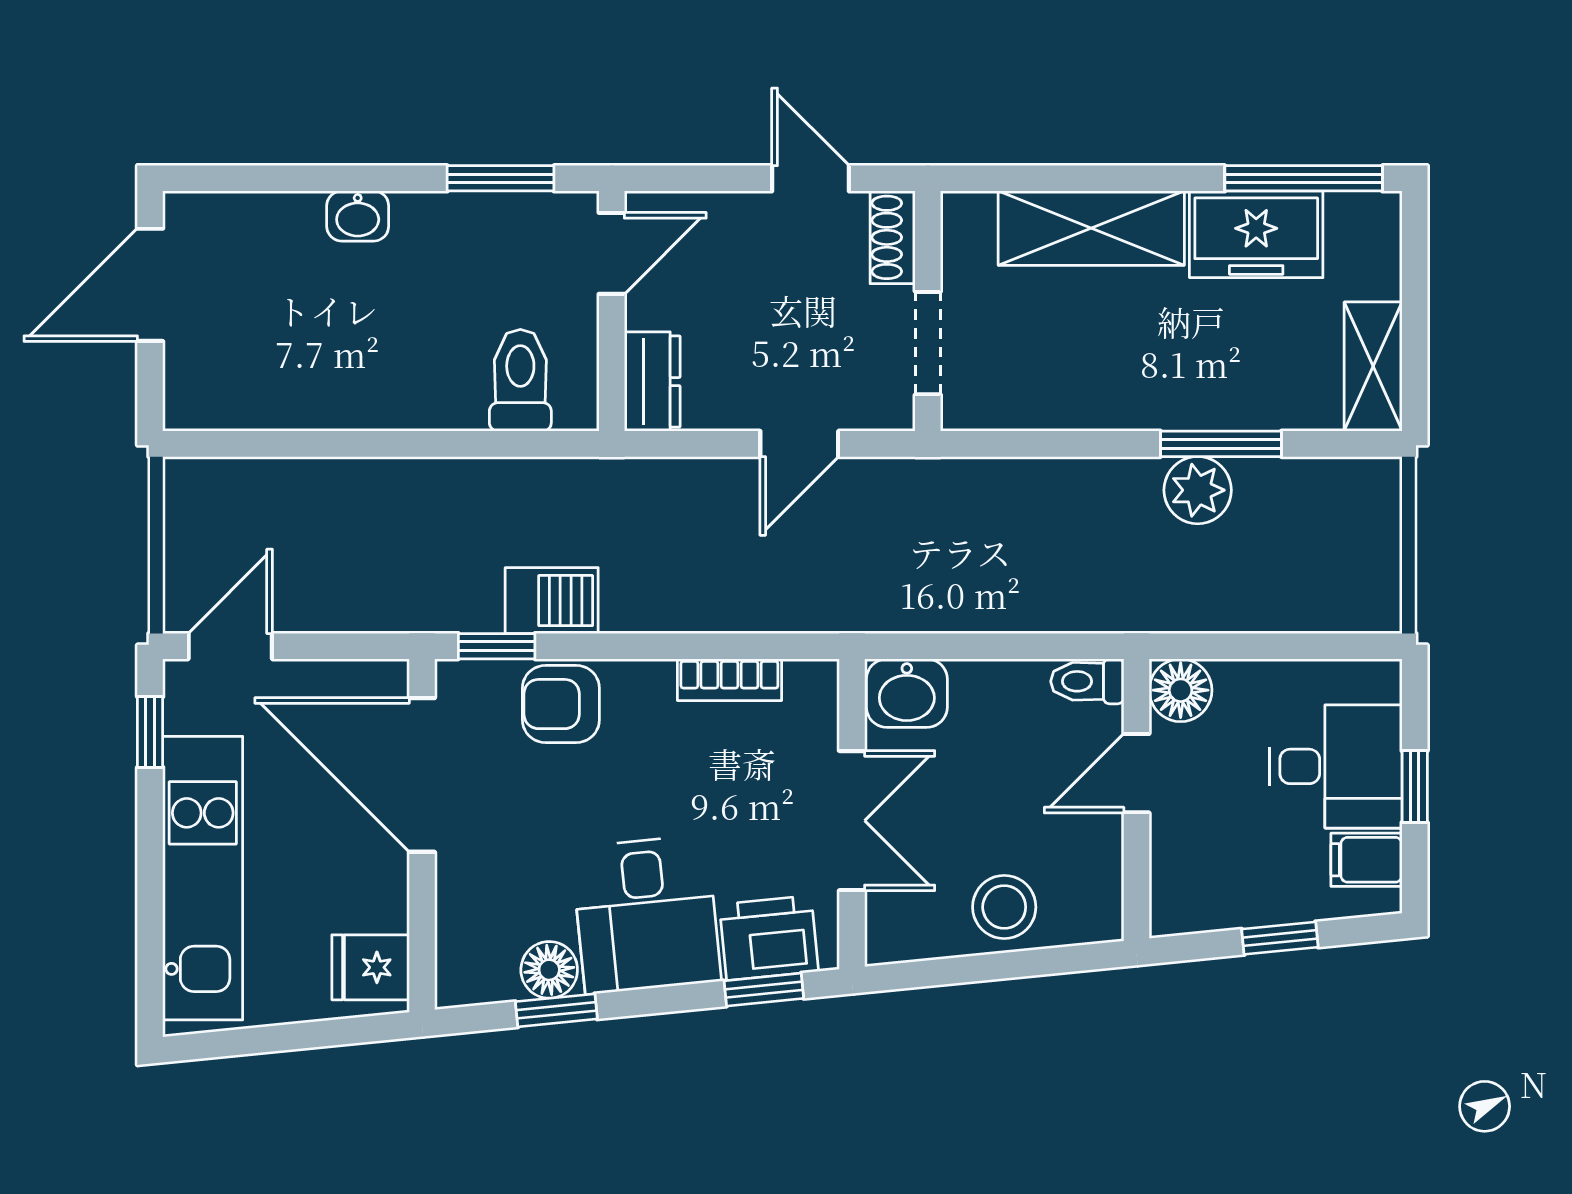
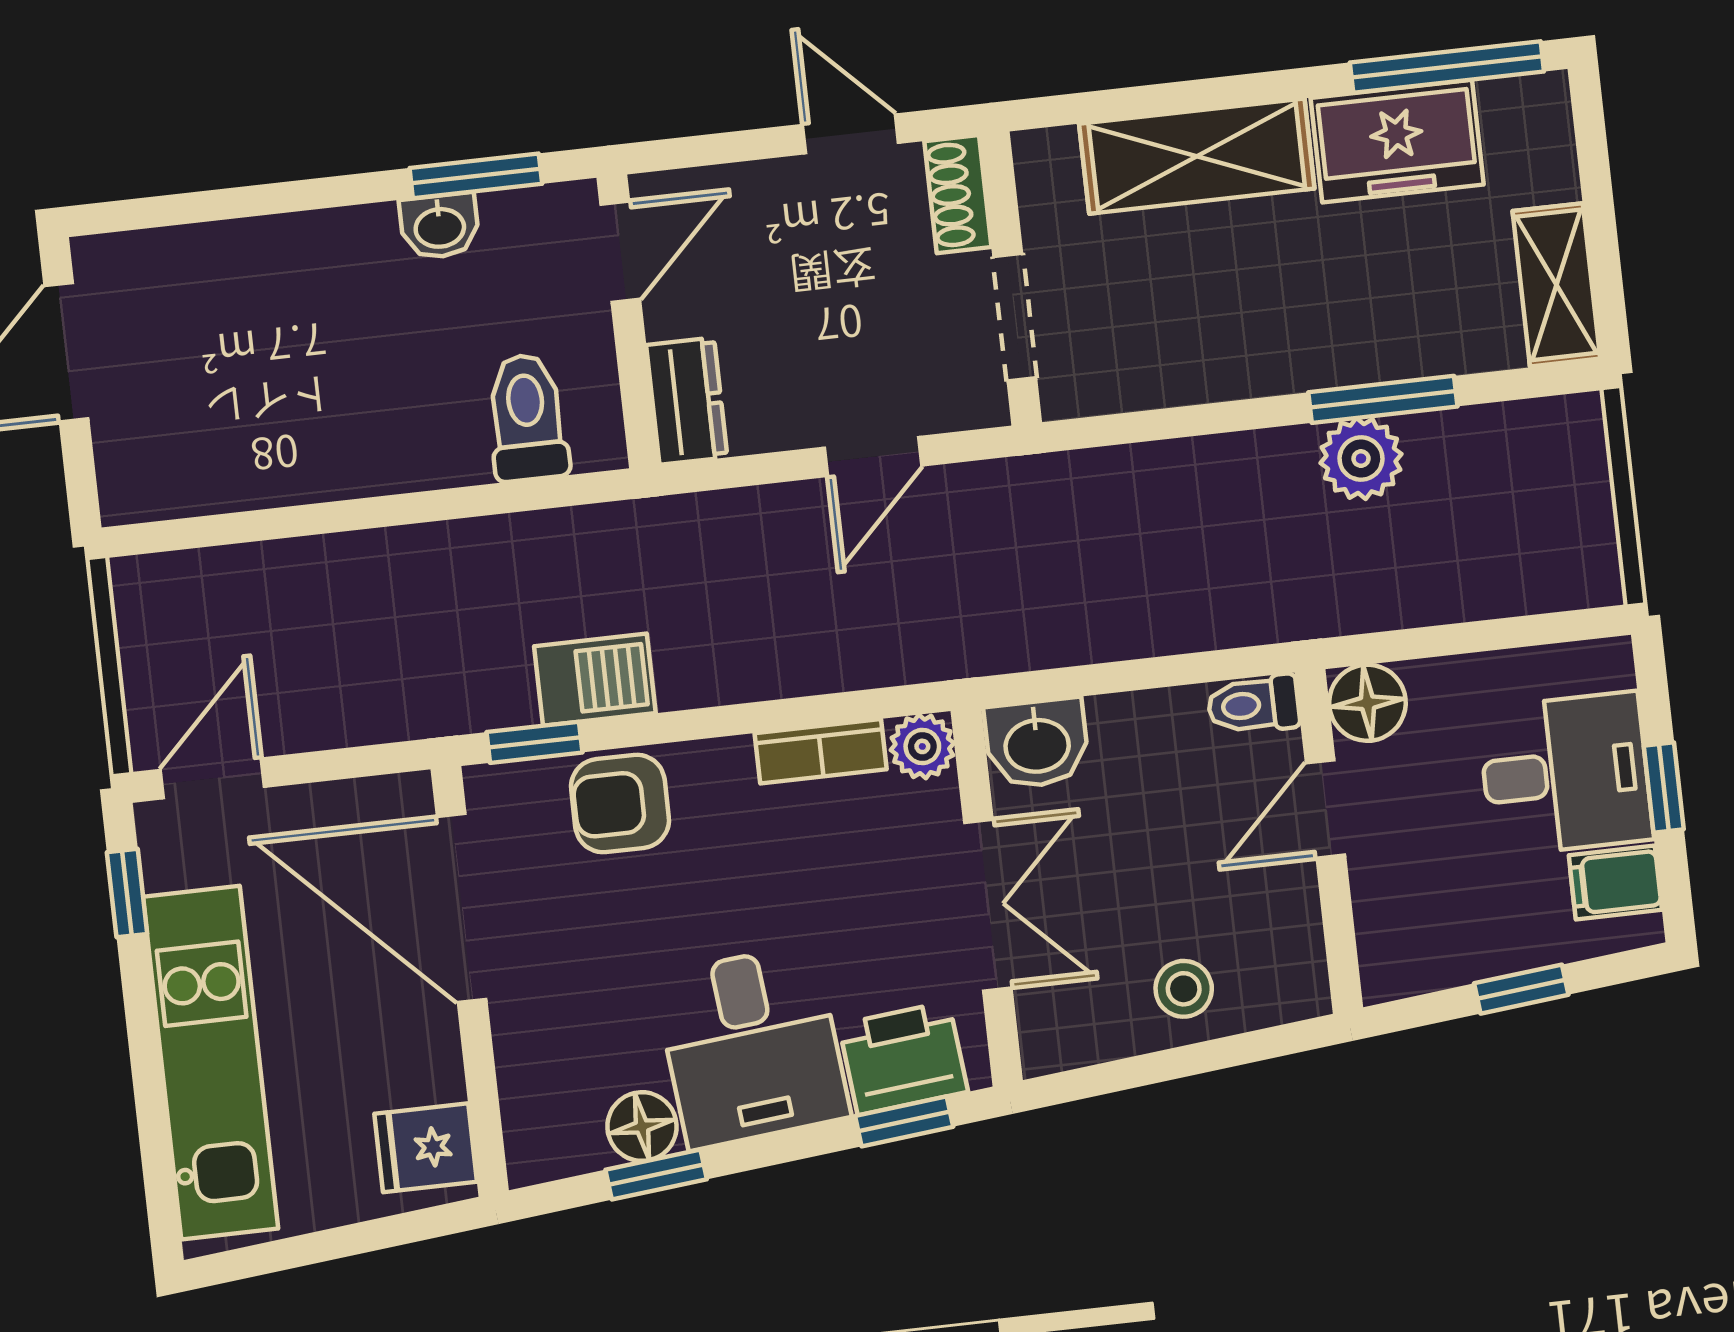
washbasin: (358, 216) -> (440, 226), moved
plant: (813, 685) -> (922, 746), added
stool: (1004, 907) -> (1184, 989), width x0.73, depth x0.73

